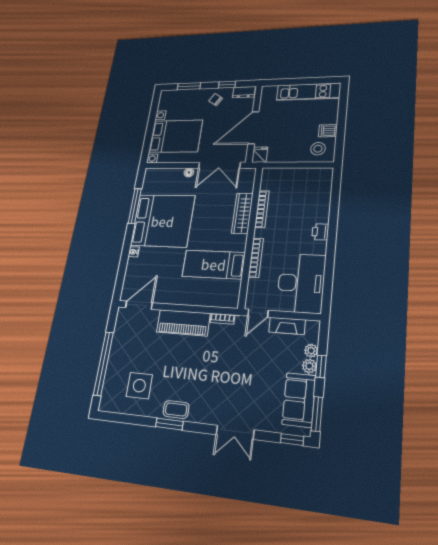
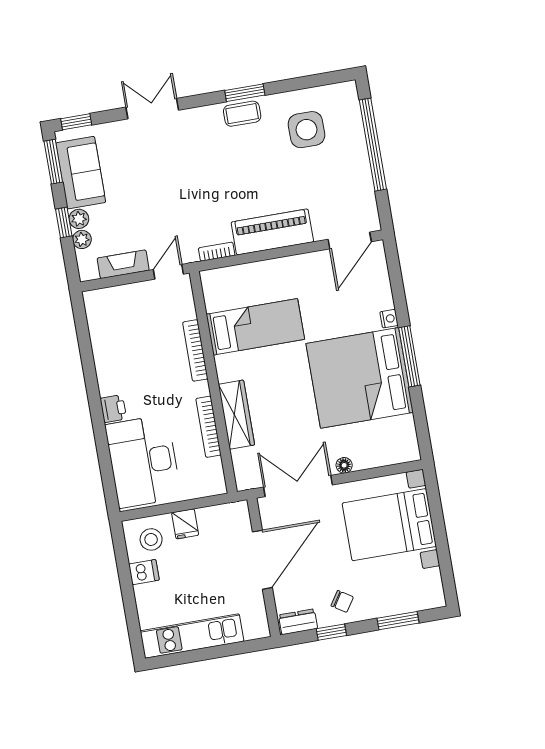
fridge: (260, 155) -> (185, 524), moved
window: (135, 206) -> (409, 356), moved
desk: (301, 283) -> (143, 461), moved

